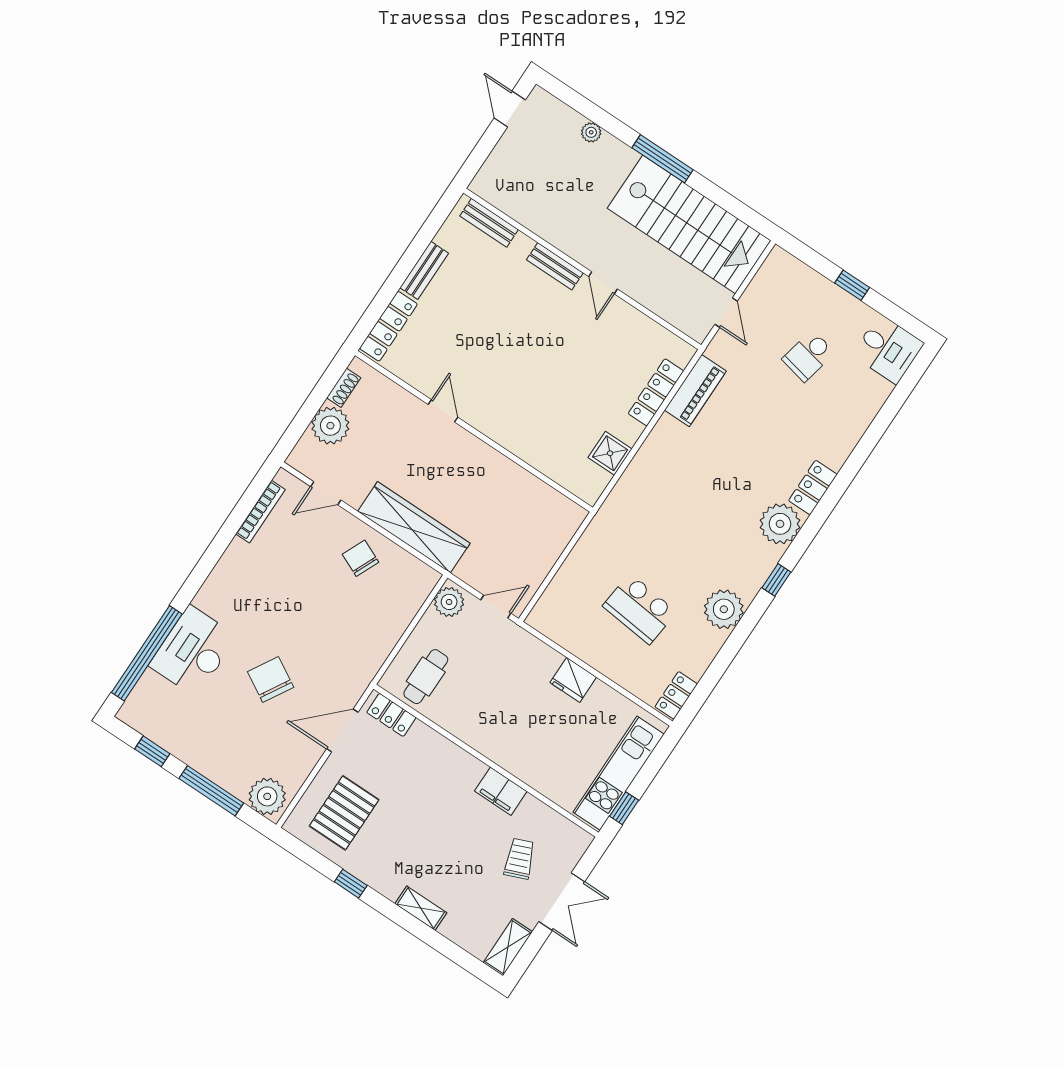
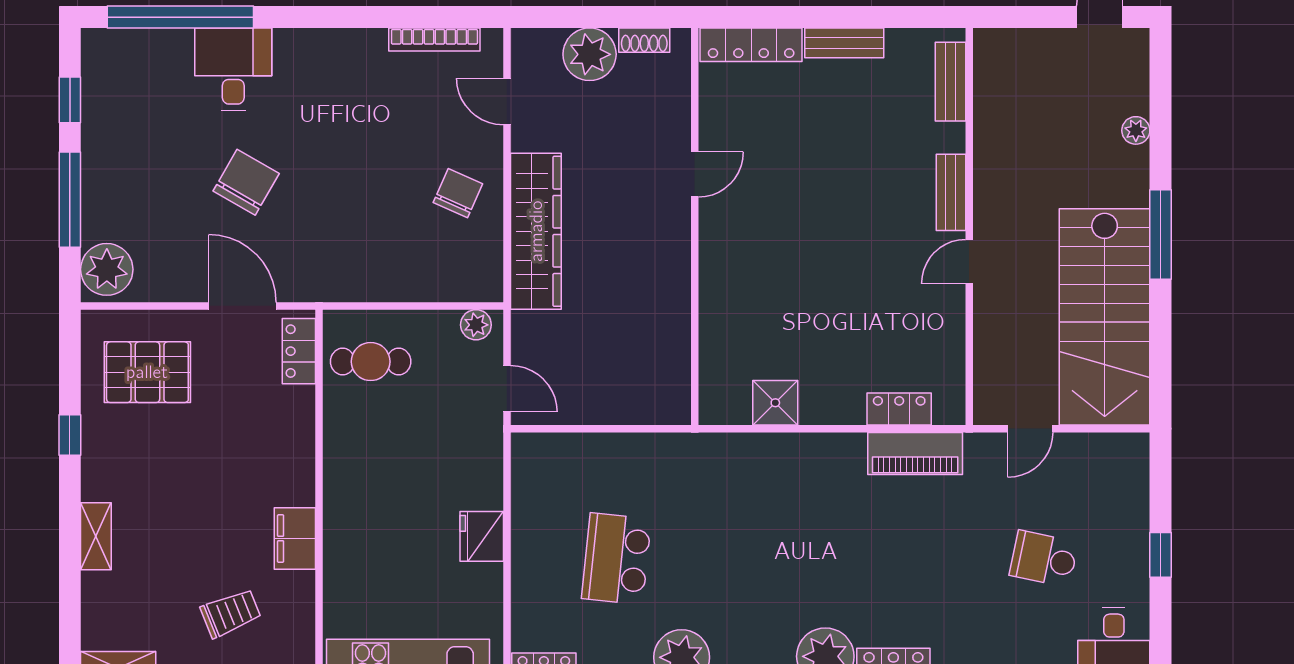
locker: (656, 392) -> (899, 409), width x0.66
plant: (449, 602) -> (476, 325), width x0.73, depth x0.73
desk: (193, 651) -> (233, 69), width x0.73

